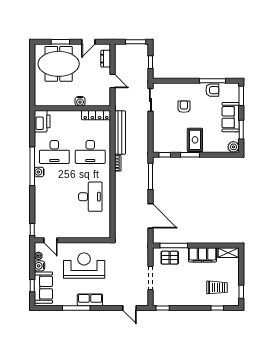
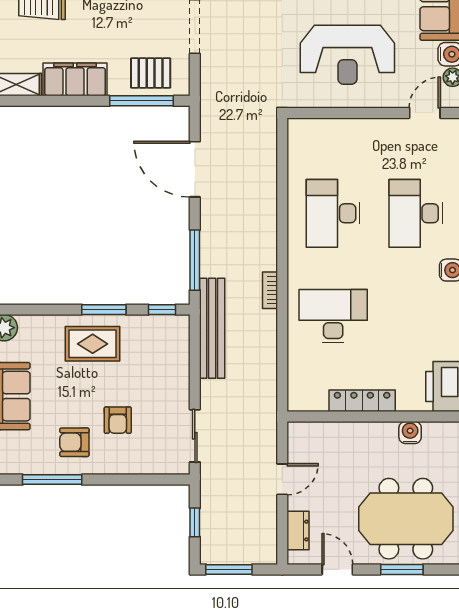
door: (88, 42) -> (337, 569), hinge flipped
door: (112, 81) -> (282, 479), swing flipped
armchair: (212, 90) -> (74, 442), moved
water cooler: (80, 101) -> (410, 432), moved
locker: (96, 115) -> (362, 401), moved
bench: (120, 133) -> (212, 328), moved
rug: (195, 140) -> (93, 344), turned 90
desk: (54, 152) -> (416, 213), moved, turned -90
door: (50, 240) -> (425, 113), hinge flipped

